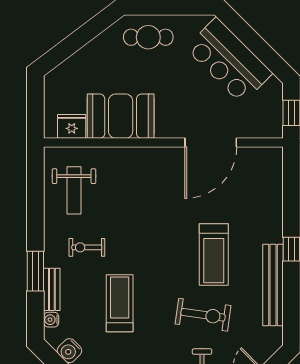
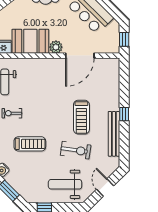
plant: (167, 127) -> (56, 47), added
treadmill: (120, 303) -> (30, 144), turned 90

